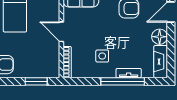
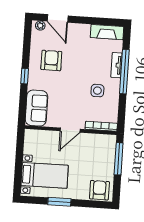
floor lamp: (160, 37) -> (82, 31), removed
window: (36, 81) -> (119, 159), width x1.44

